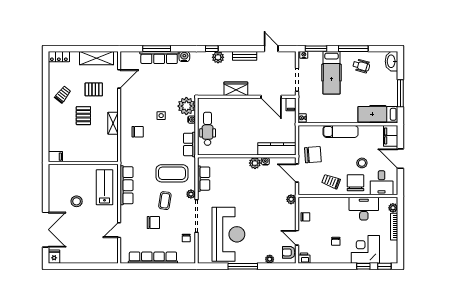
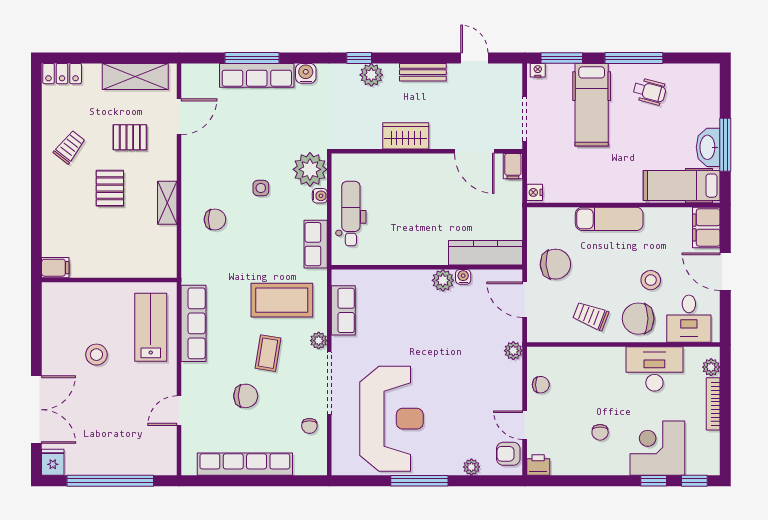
washbasin: (391, 61) -> (708, 147), moved
chair: (355, 183) -> (638, 319), turned -90
window: (84, 266) -> (110, 481), added

